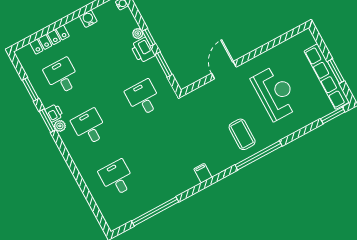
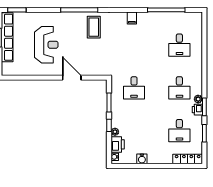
locker: (50, 40) -> (188, 159), moved
printer: (143, 50) -> (118, 144), moved
door: (224, 70) -> (72, 78), swing flipped
reception desk: (275, 93) -> (46, 45), turned 180
coffee table: (242, 134) -> (94, 27), moved
filing cabinet: (203, 173) -> (132, 18), moved

